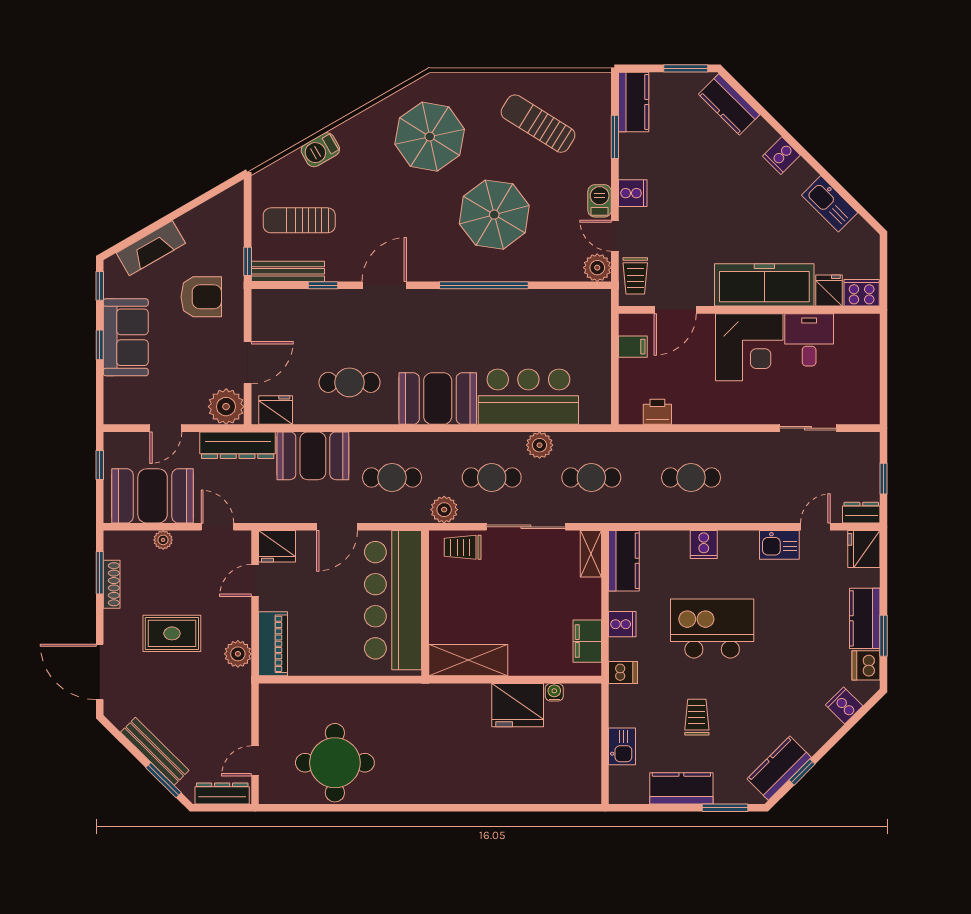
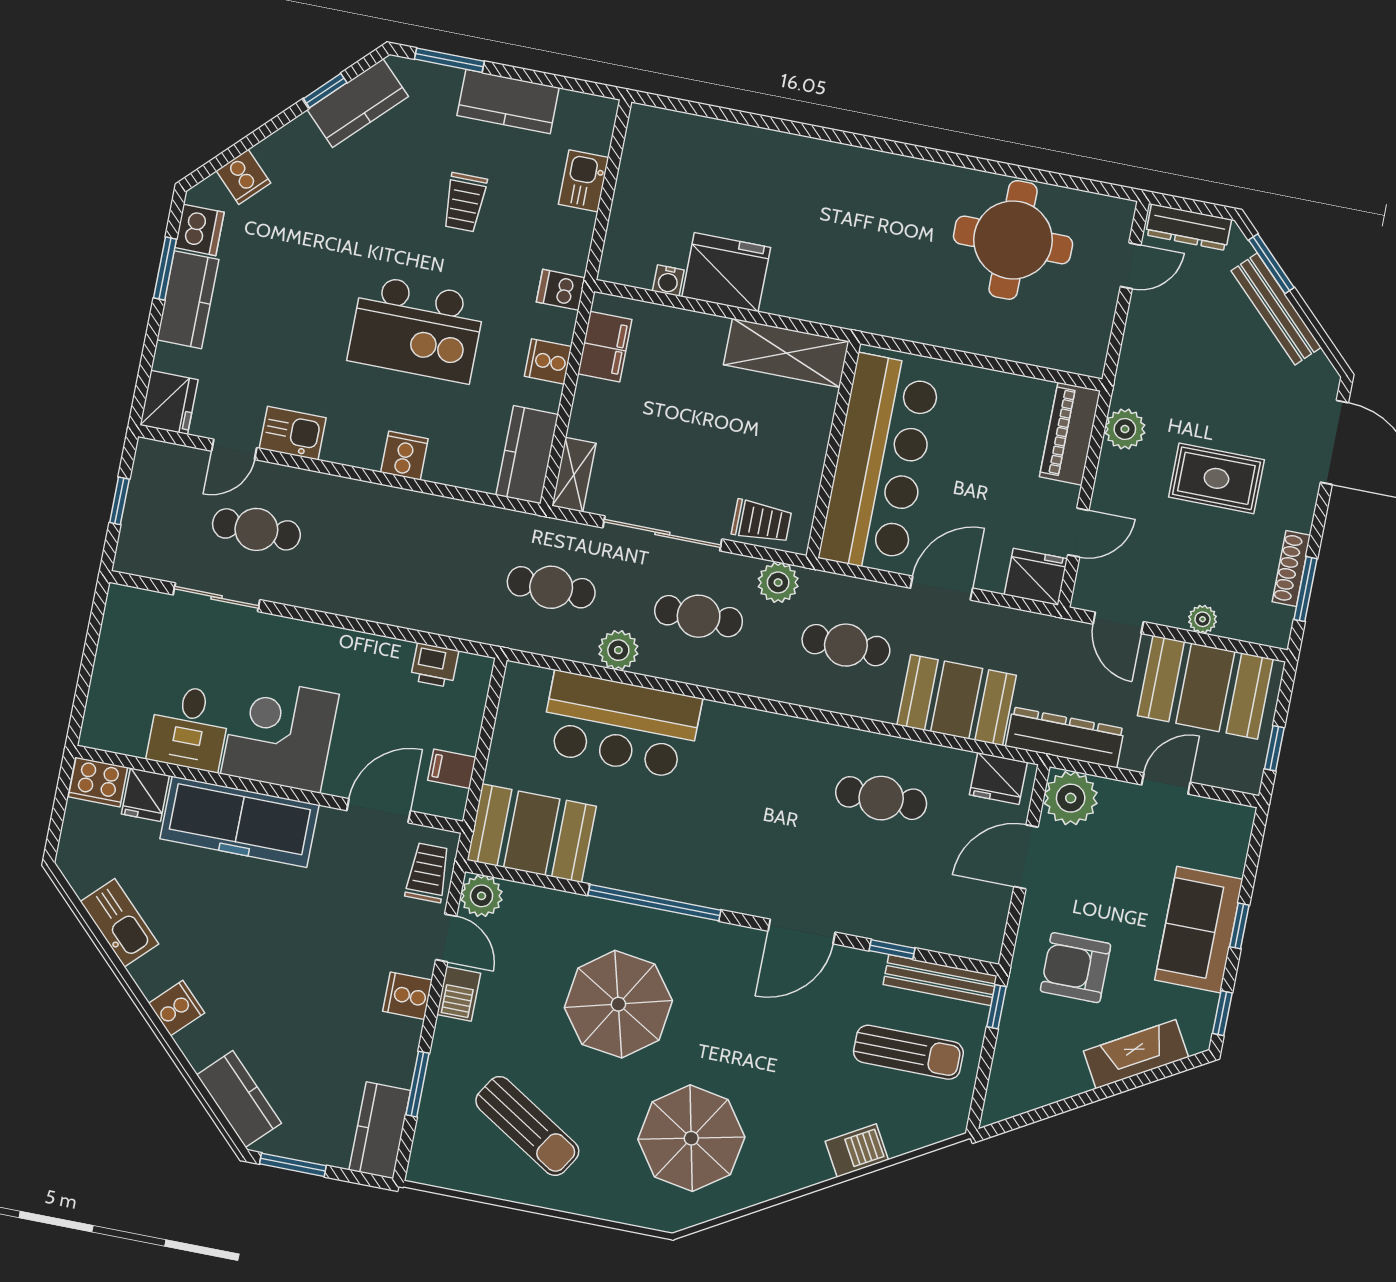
booth: (438, 399) -> (532, 833), moved
cafe table: (691, 477) -> (256, 529), moved
dresser: (861, 513) -> (162, 457), removed

